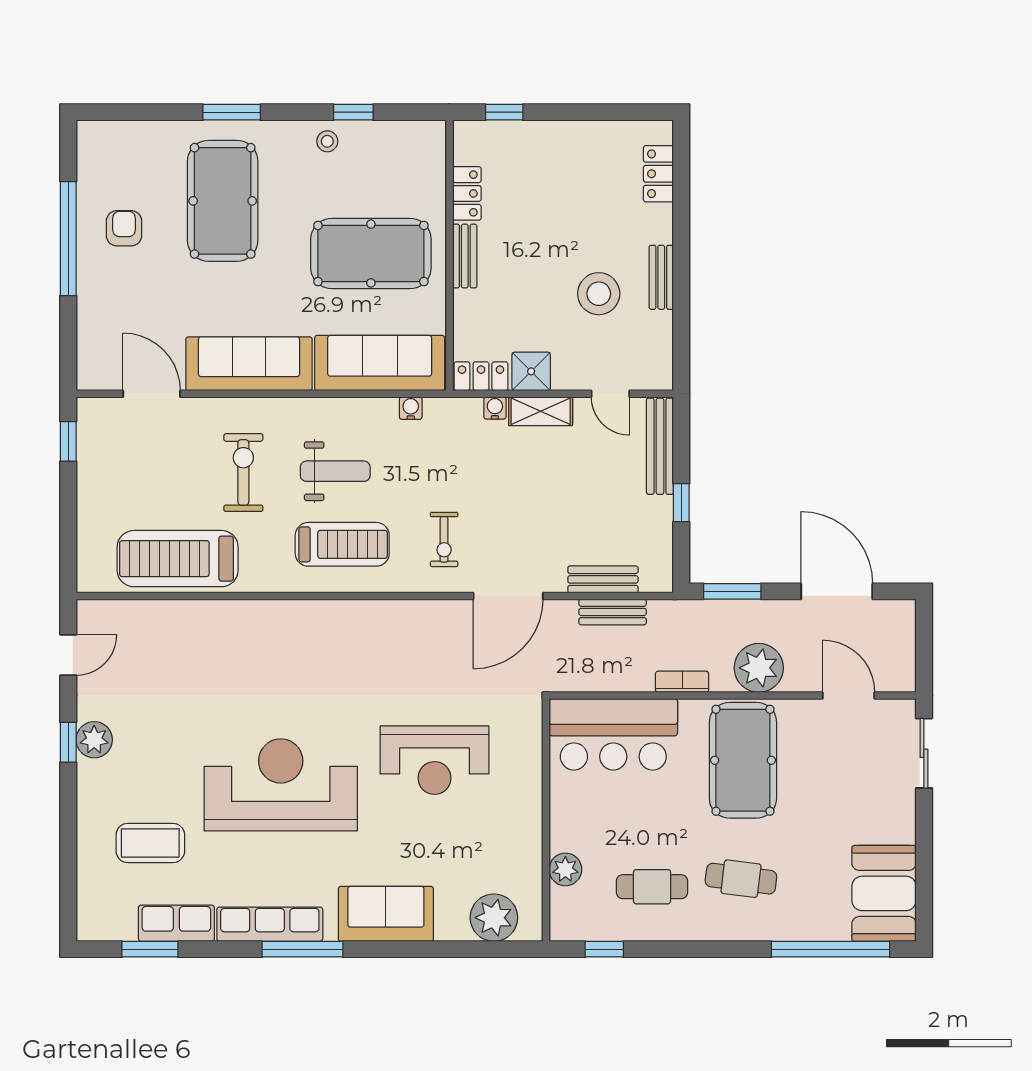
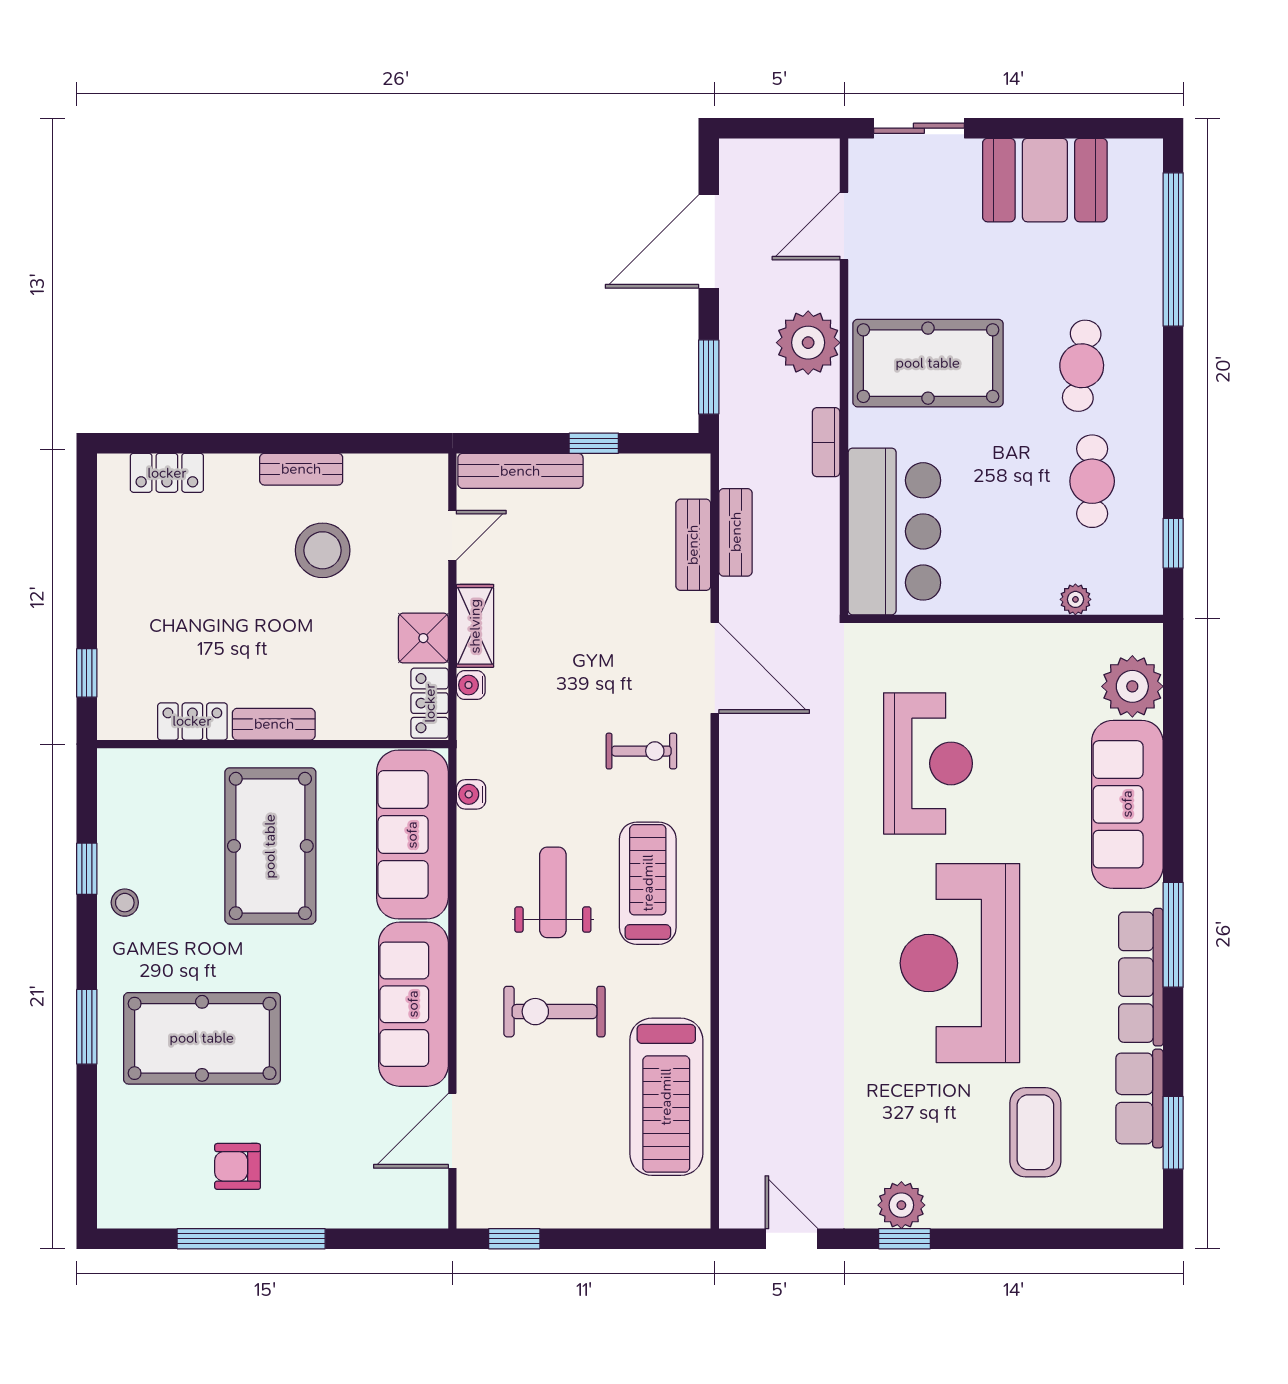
plant: (565, 869) -> (1075, 599), width x0.73, depth x0.73
booth: (884, 893) -> (1045, 180), moved
sofa: (386, 914) -> (1127, 804), width x1.36

